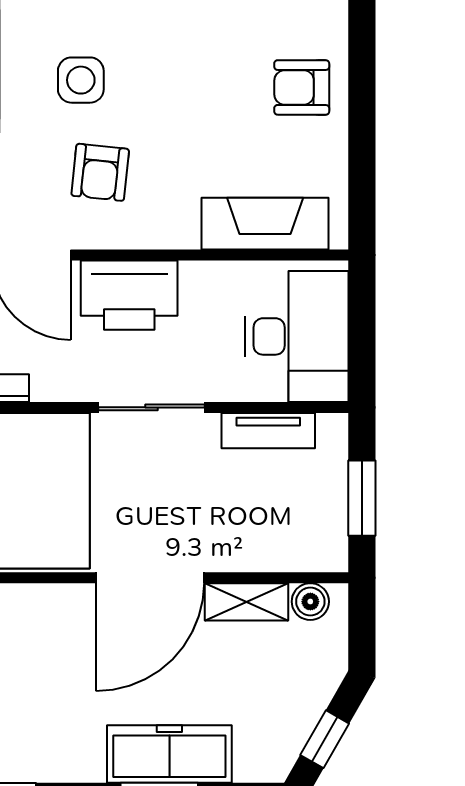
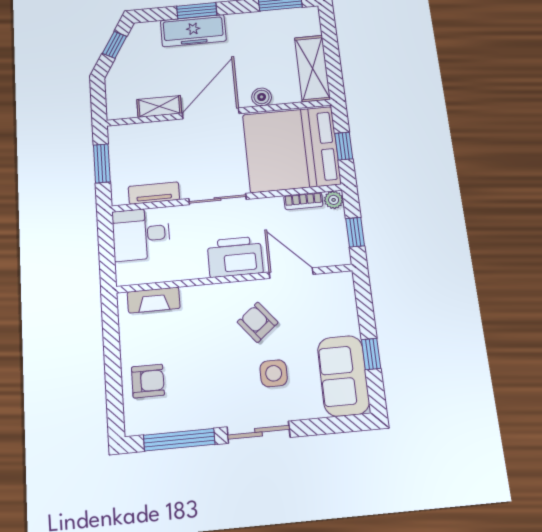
armchair: (100, 172) -> (258, 322), turned -45
fireplace: (265, 224) -> (154, 300), width x0.73, depth x0.76
desk: (297, 336) -> (141, 234), width x0.73
boiler: (310, 602) -> (262, 97), moved

